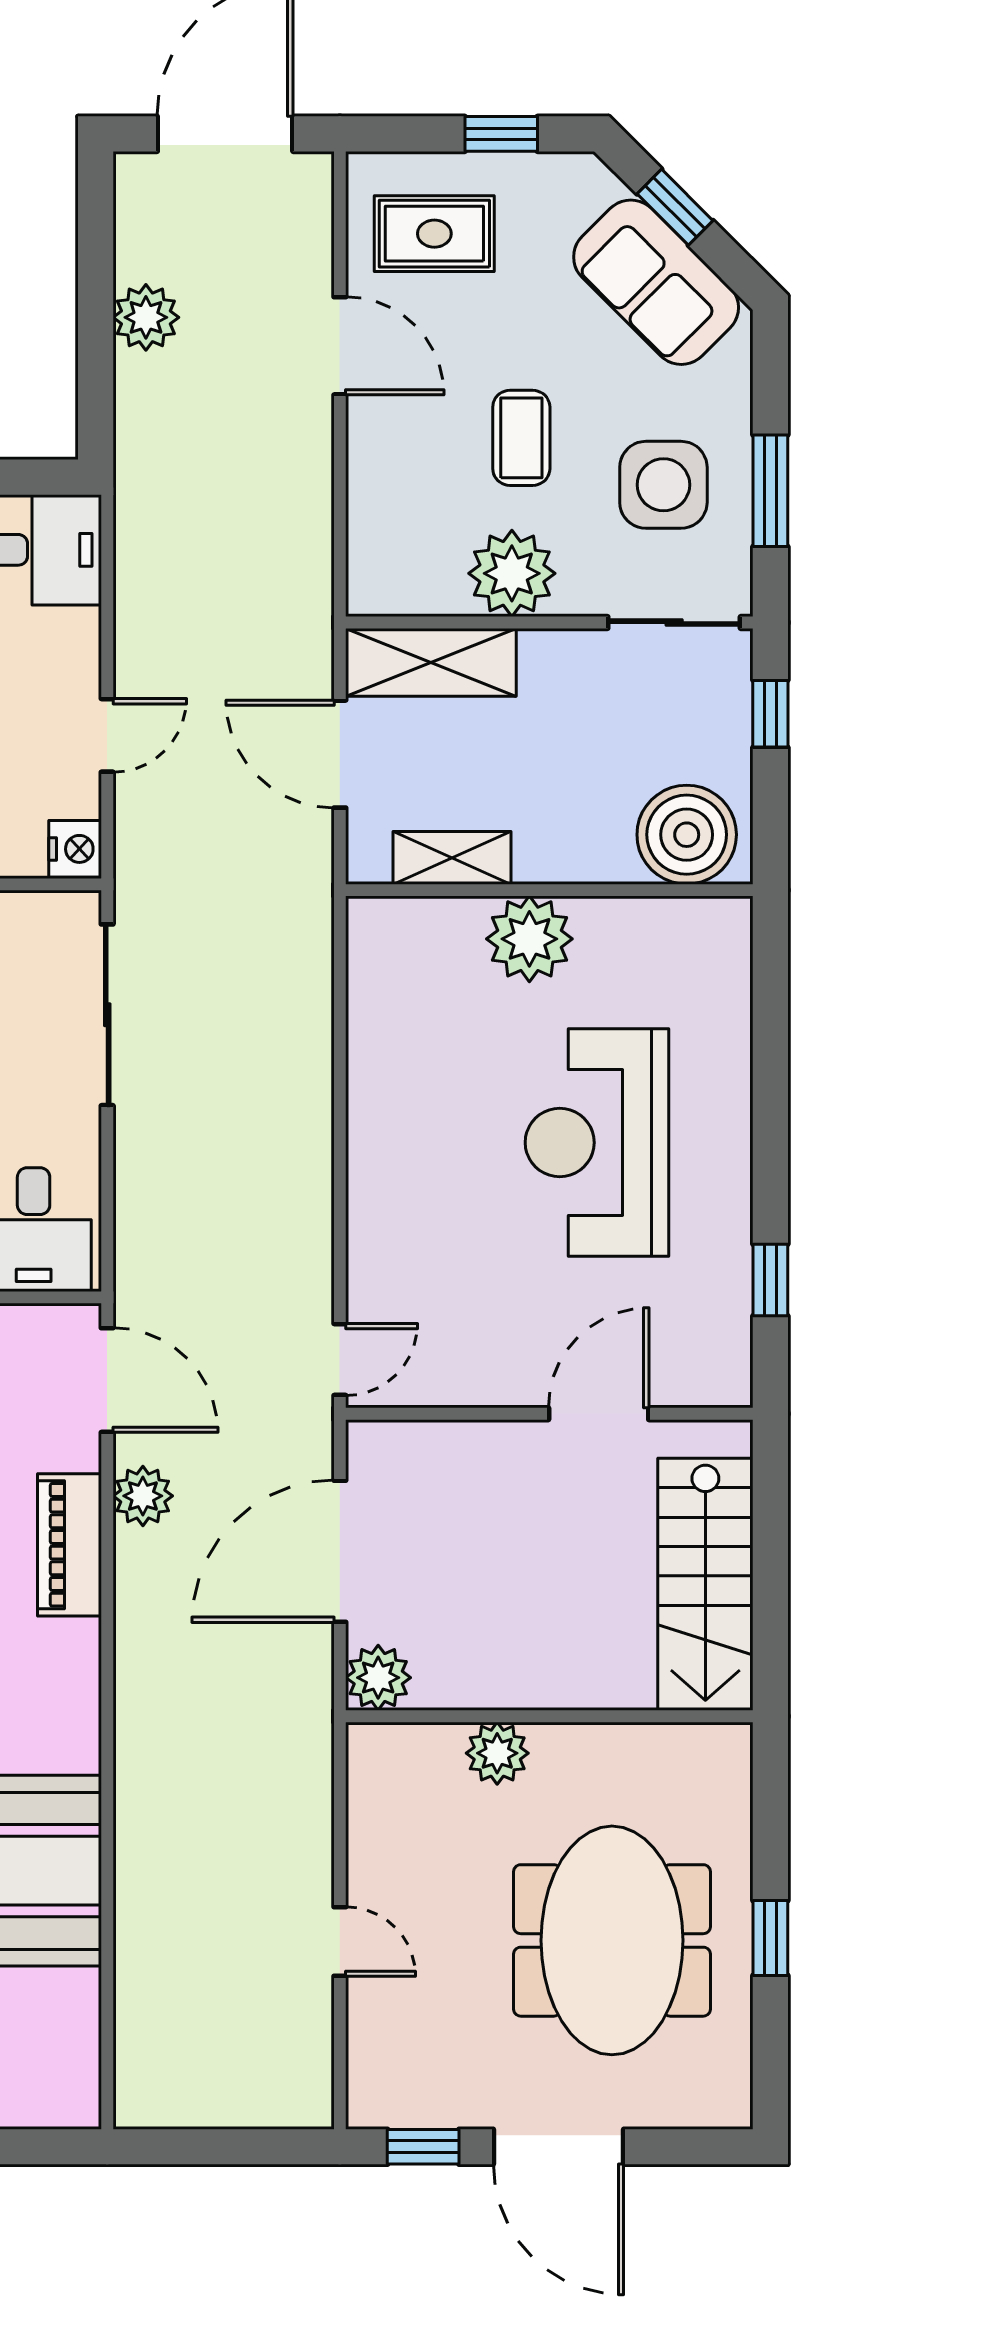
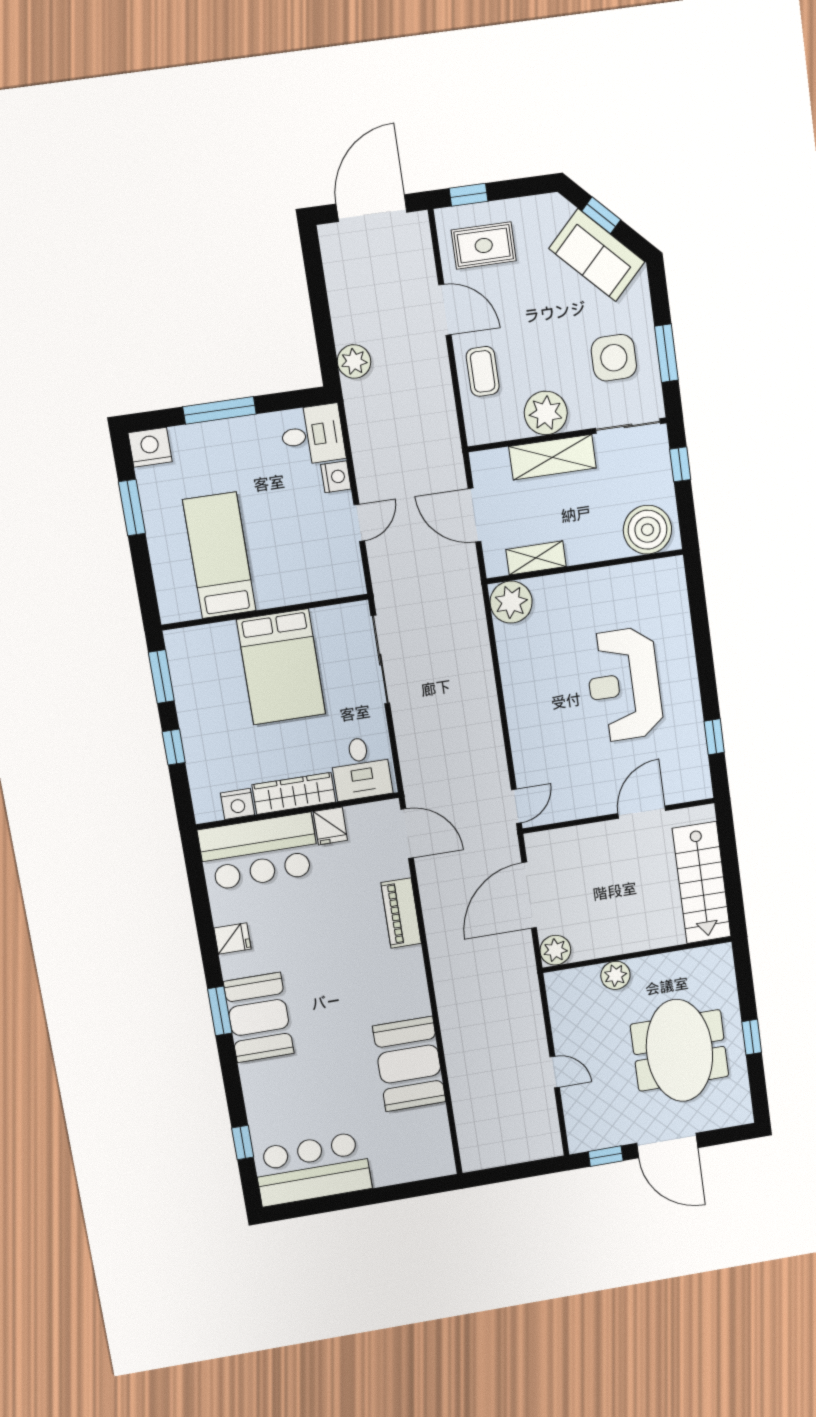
window: (501, 134) -> (468, 195), moved
plant: (146, 317) -> (354, 361), moved
coffee table: (521, 438) -> (483, 371), moved
shelving: (431, 662) -> (553, 457), moved
nightstand: (75, 849) -> (336, 477), moved
plant: (529, 939) -> (511, 602), moved
plant: (143, 1496) -> (432, 885), removed

